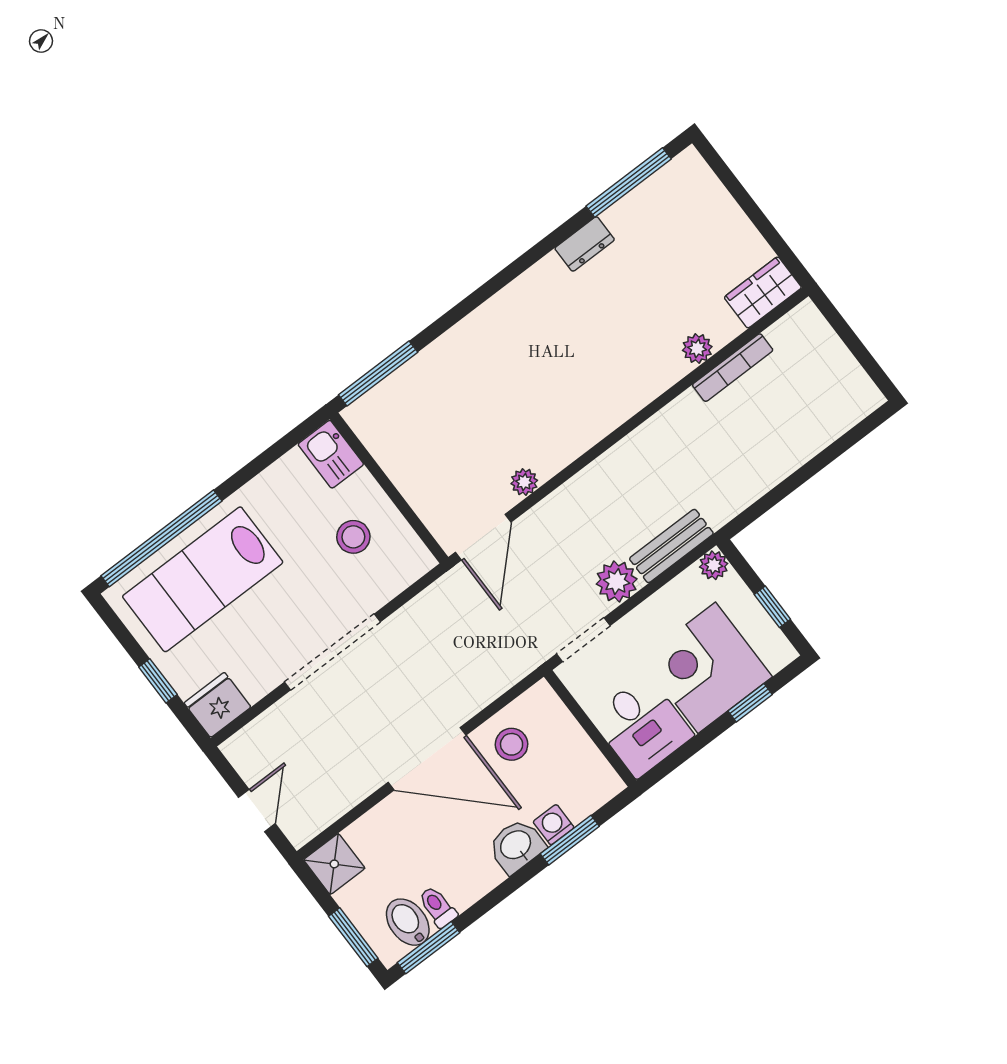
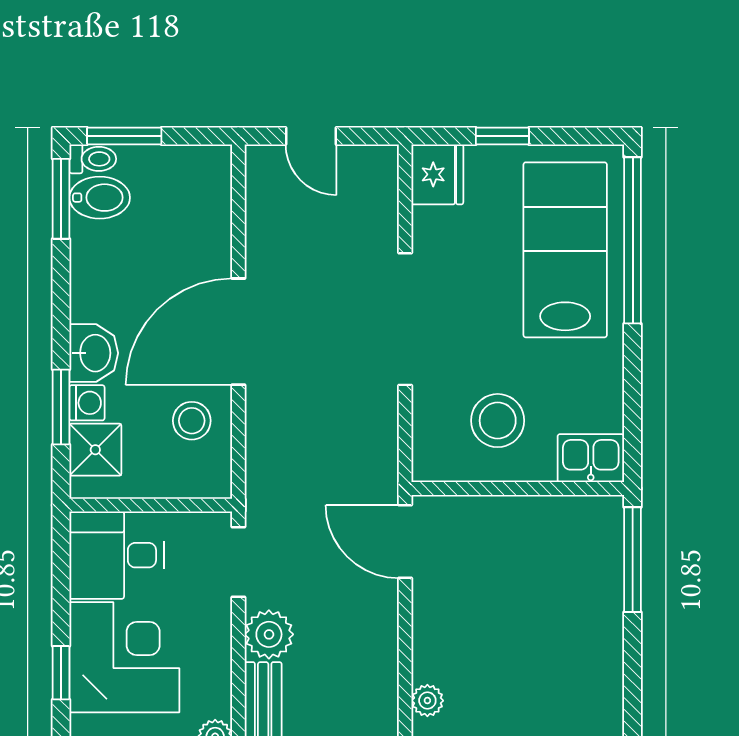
plant: (524, 482) -> (427, 701), moved
stool: (353, 537) -> (498, 421), width x1.38, depth x1.38
shower: (334, 864) -> (95, 450), moved
toilet: (438, 907) -> (93, 159), moved

